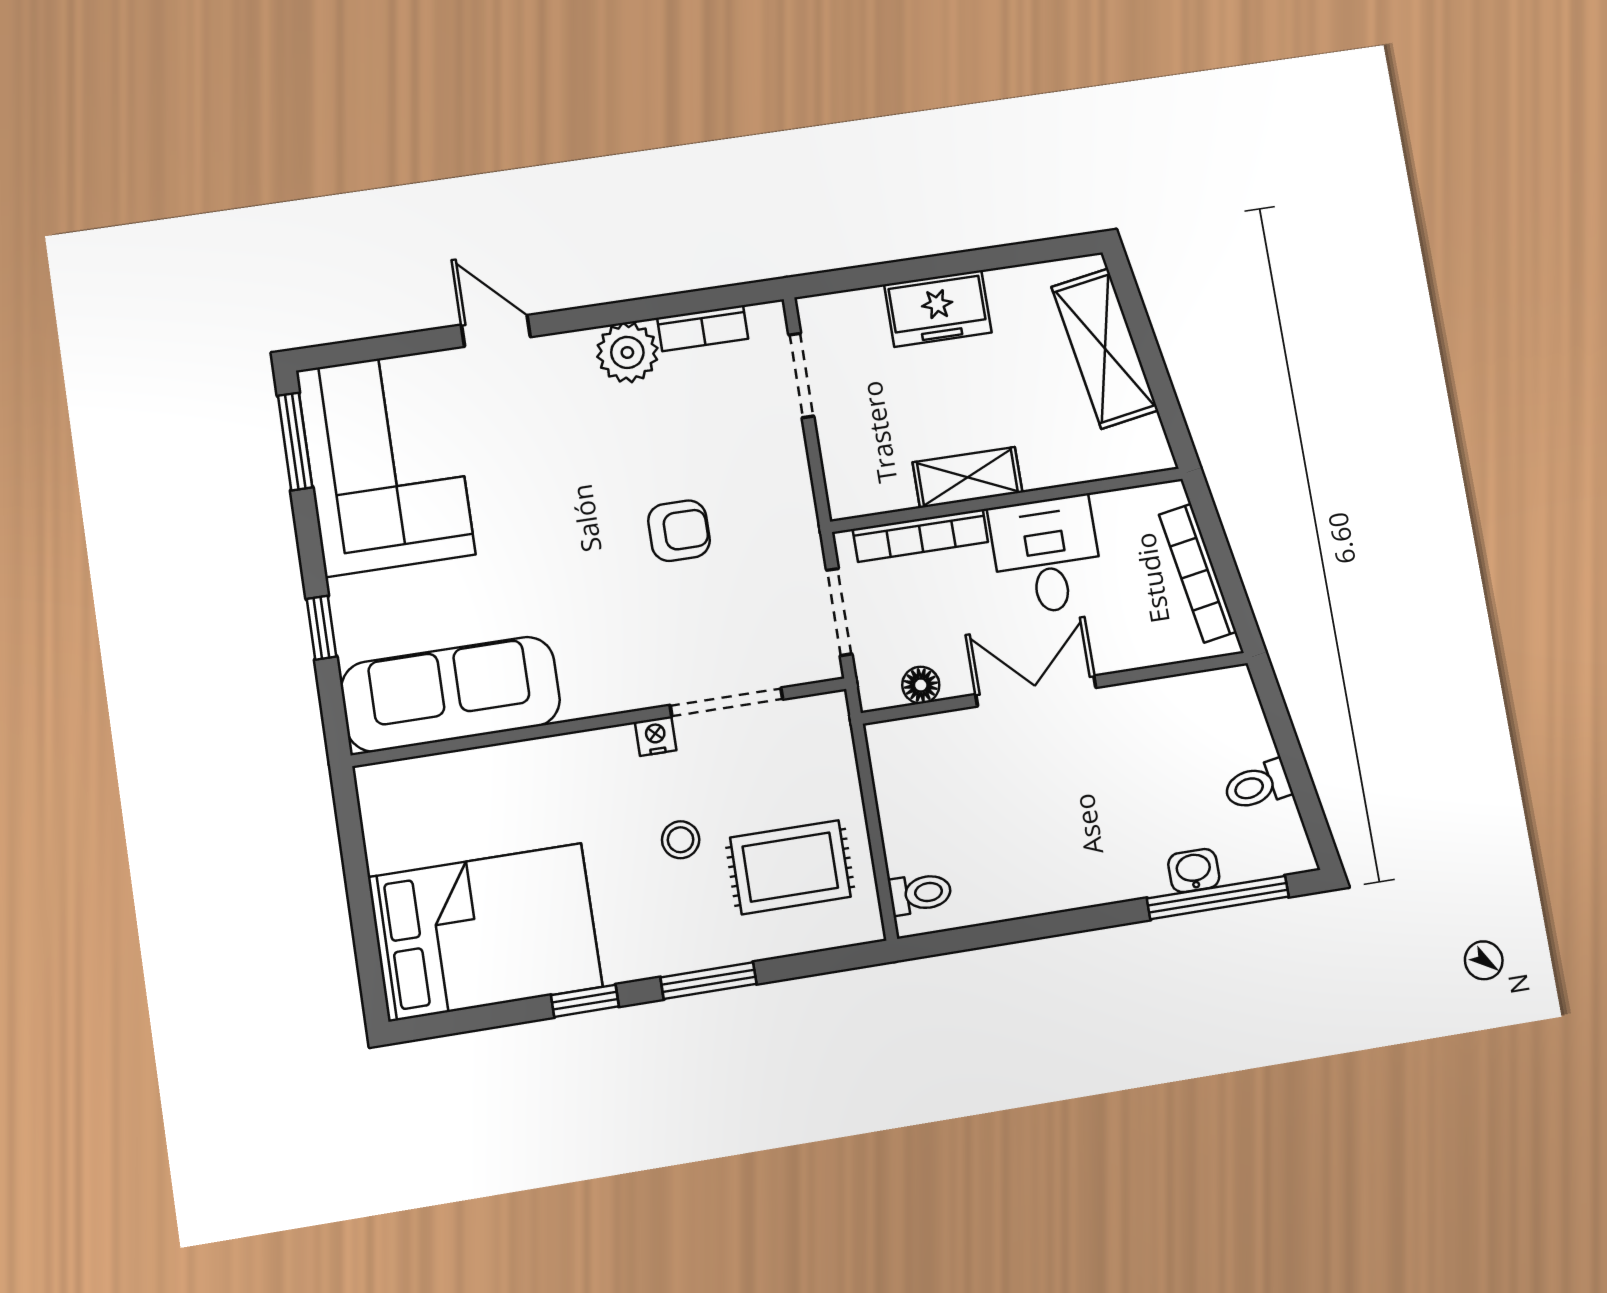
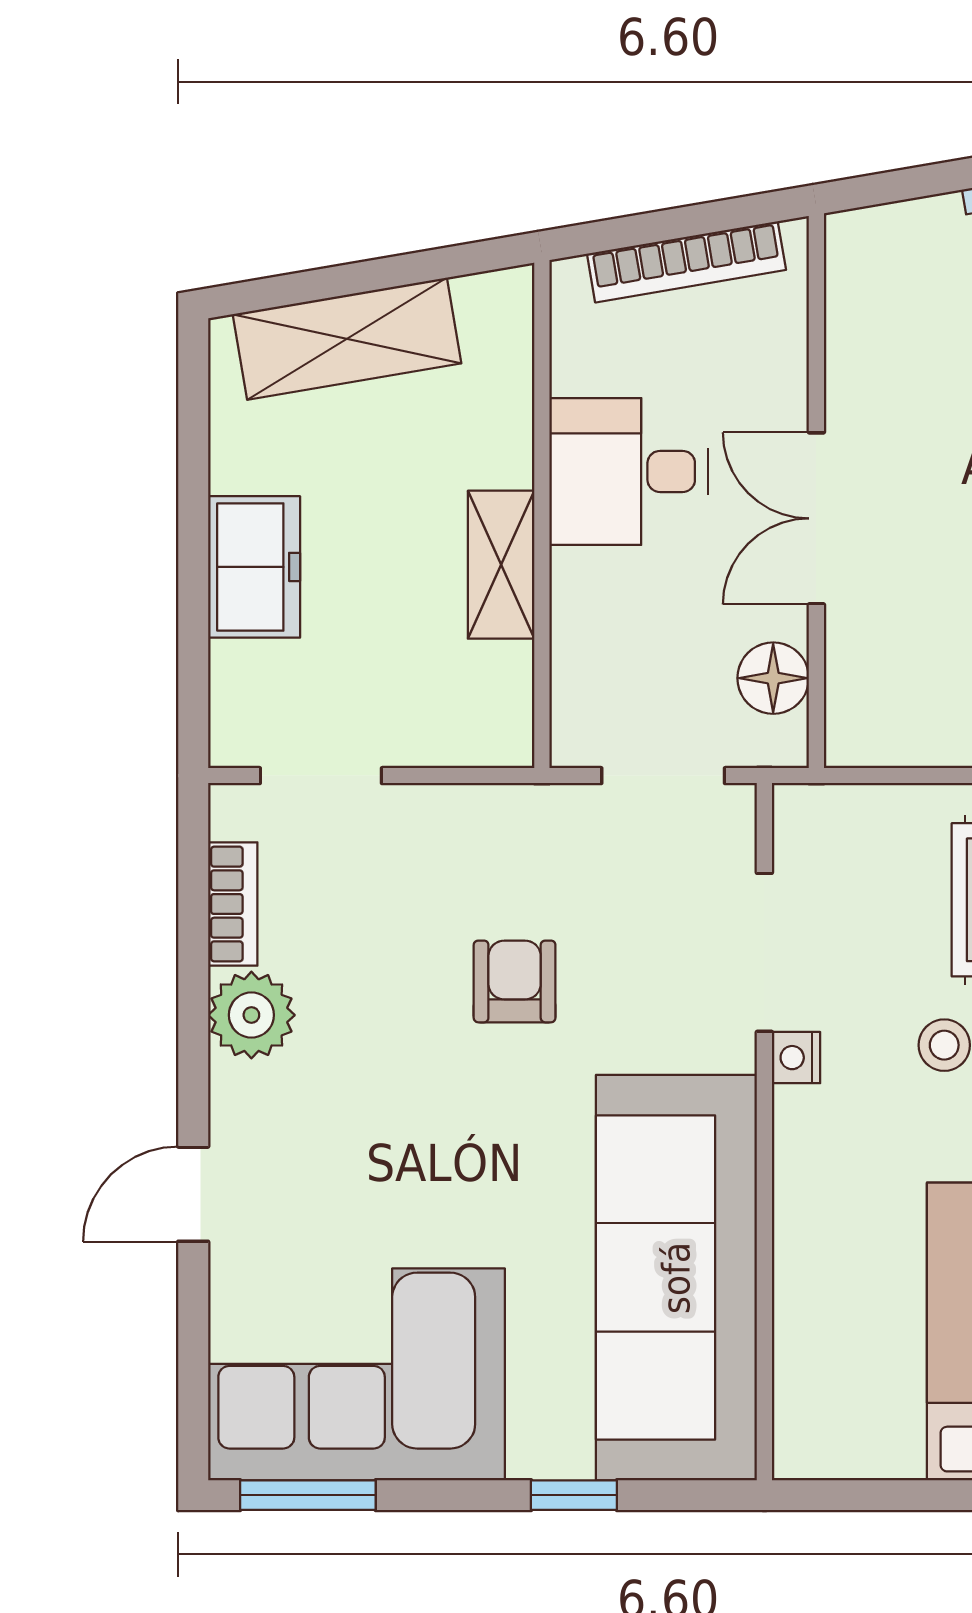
bookcase: (920, 536) -> (573, 644), removed
floor lamp: (921, 685) -> (773, 678), width x1.37, depth x1.37
sofa: (451, 694) -> (676, 1278), width x1.36, depth x1.27

